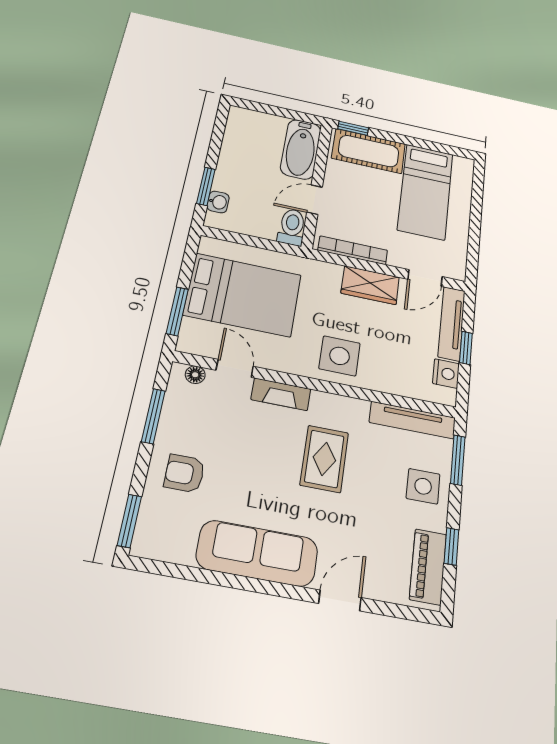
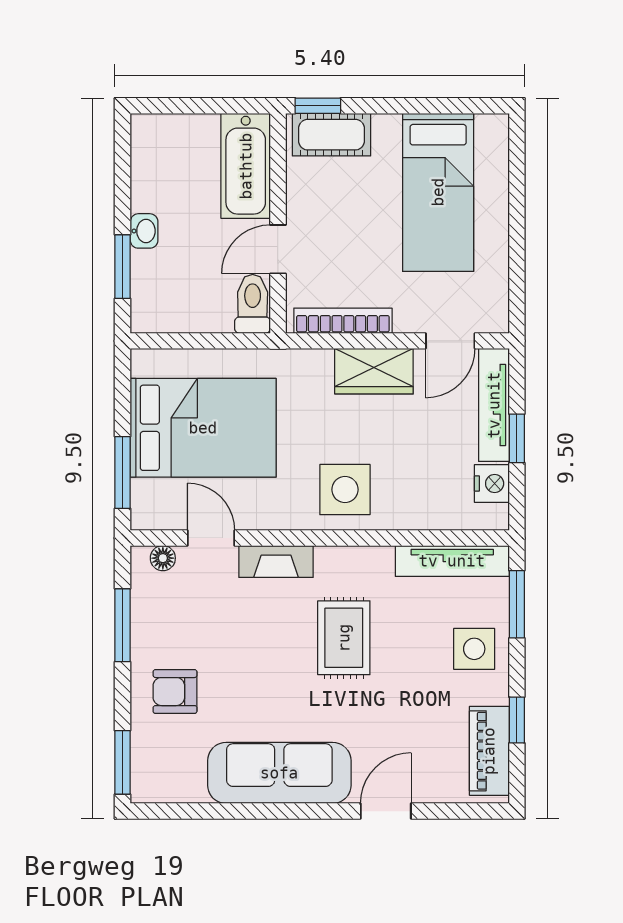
cot: (369, 151) -> (331, 135), width x0.73, depth x0.75
washbasin: (218, 202) -> (144, 231), moved

